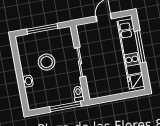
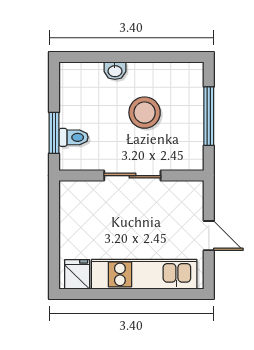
window: (140, 47) -> (141, 294), removed
toilet: (78, 94) -> (74, 137), moved
window: (65, 107) -> (54, 133), width x0.69

